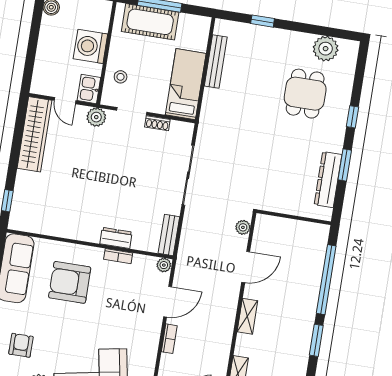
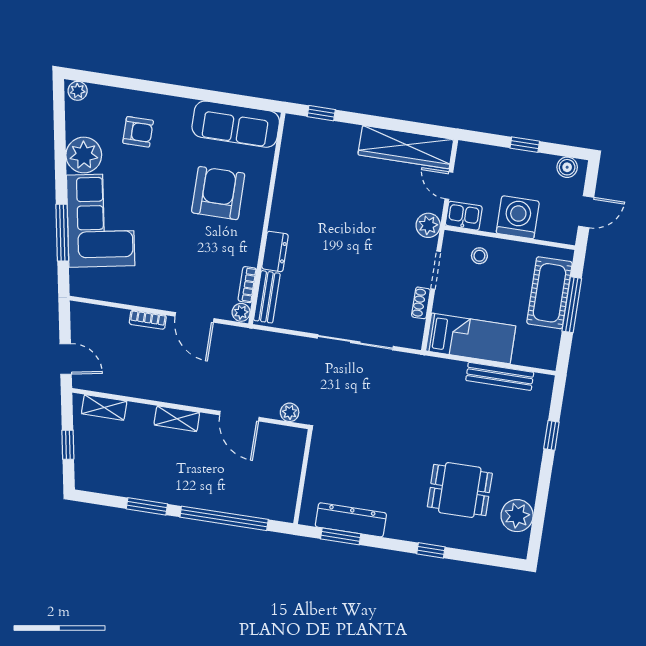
window: (33, 41) -> (525, 145), added
door: (65, 101) -> (449, 186), hinge flipped
window: (345, 165) -> (341, 536), moved
bench: (169, 235) -> (267, 297), moved, turned 90
bookcase: (118, 256) -> (247, 285), moved

